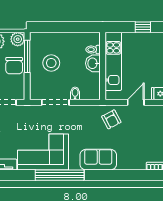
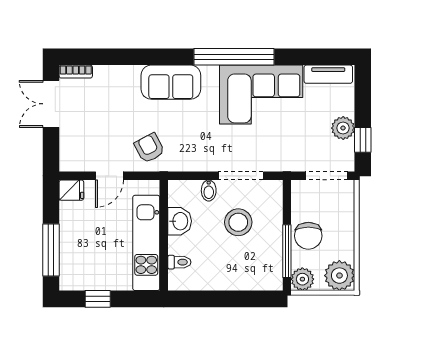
stool: (51, 63) -> (238, 222), moved
washbasin: (93, 63) -> (180, 221), moved
chair: (14, 66) -> (308, 236), turned 180

